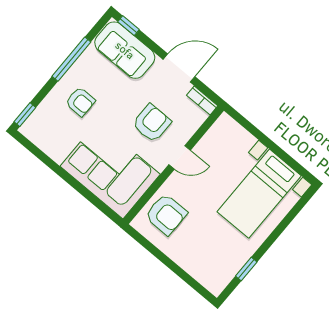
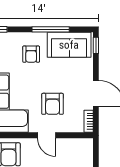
sofa: (125, 50) -> (69, 45), moved, turned -90
armchair: (152, 123) -> (53, 104), turned 90

